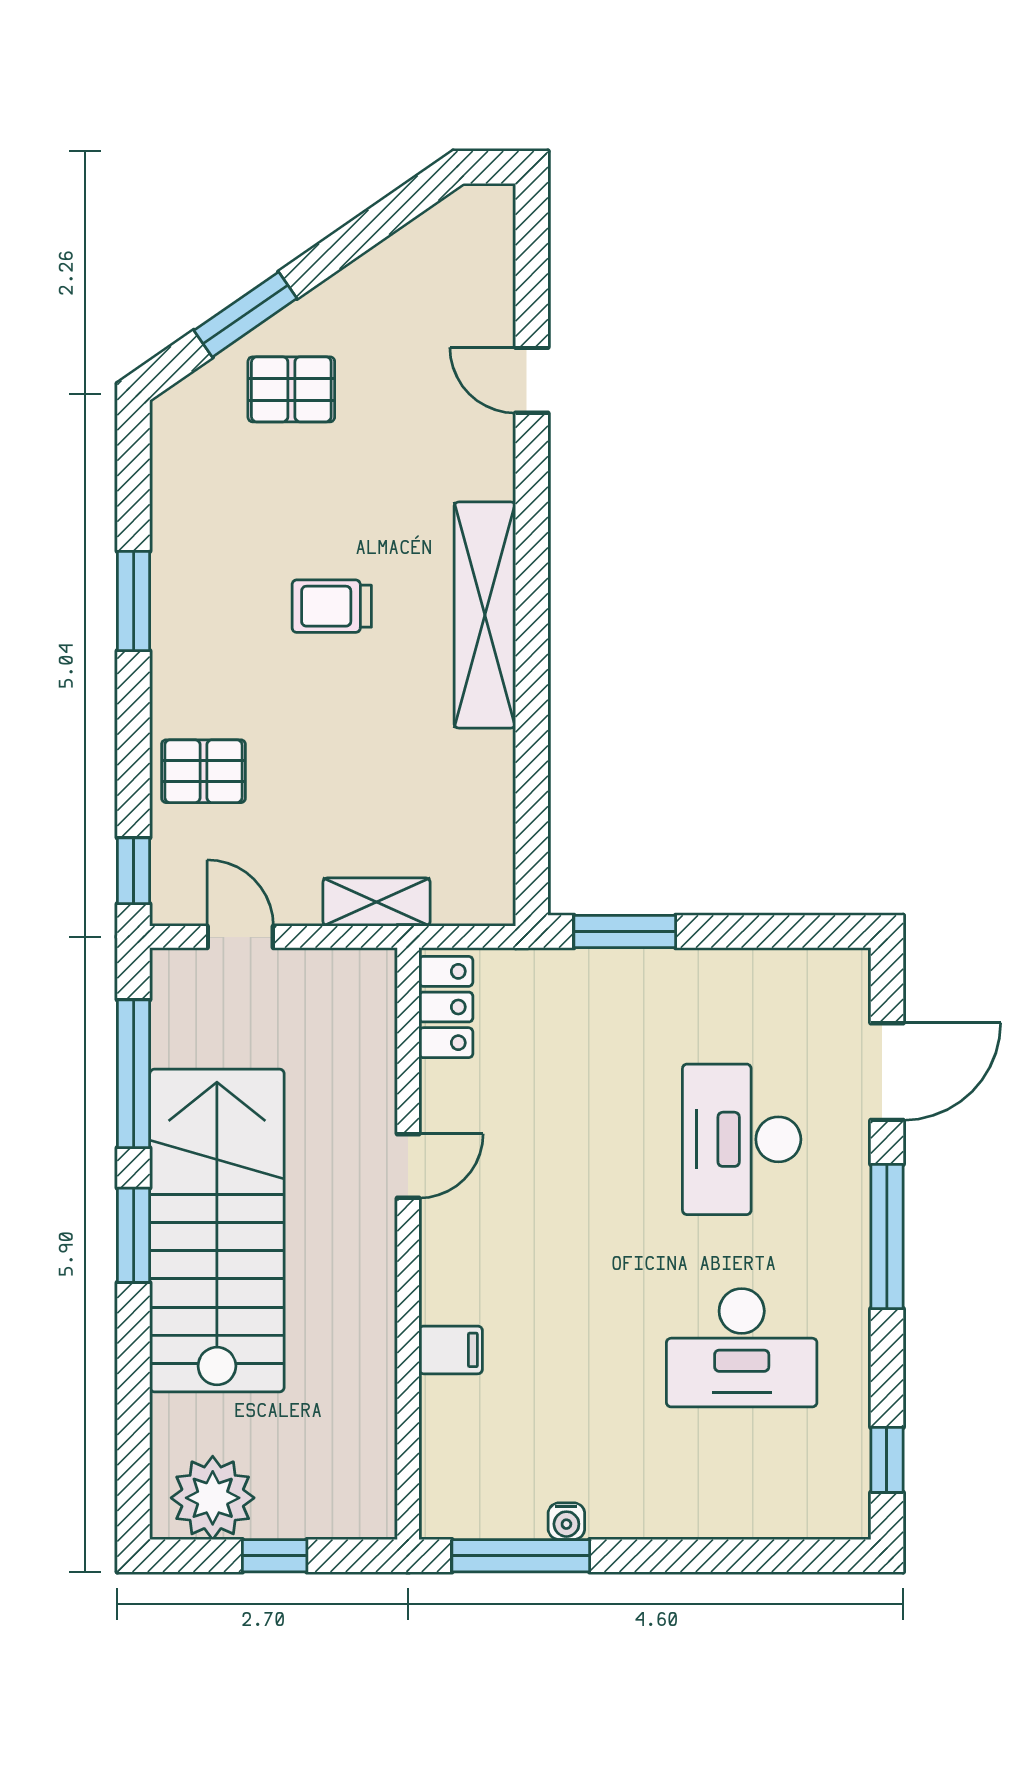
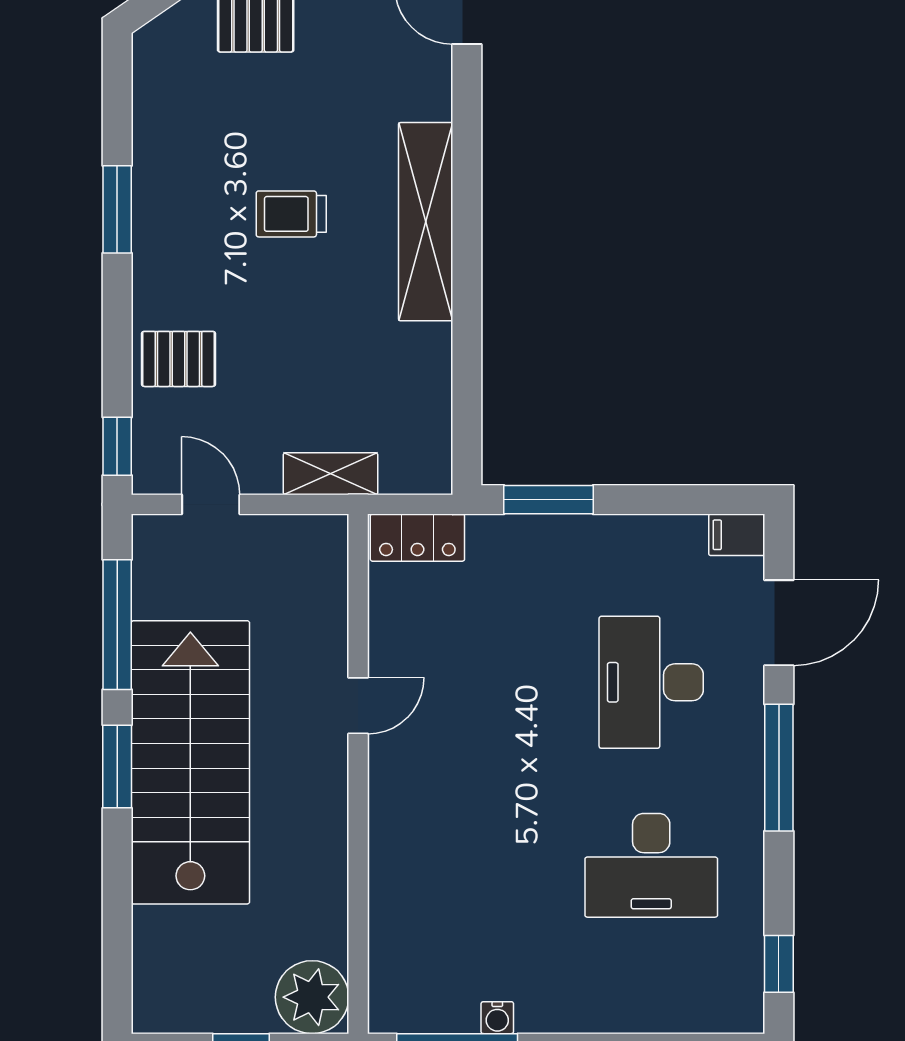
locker: (446, 1007) -> (417, 538), moved, turned 90
filing cabinet: (451, 1350) -> (737, 535), moved, turned 180
plant: (213, 1498) -> (312, 997), moved

